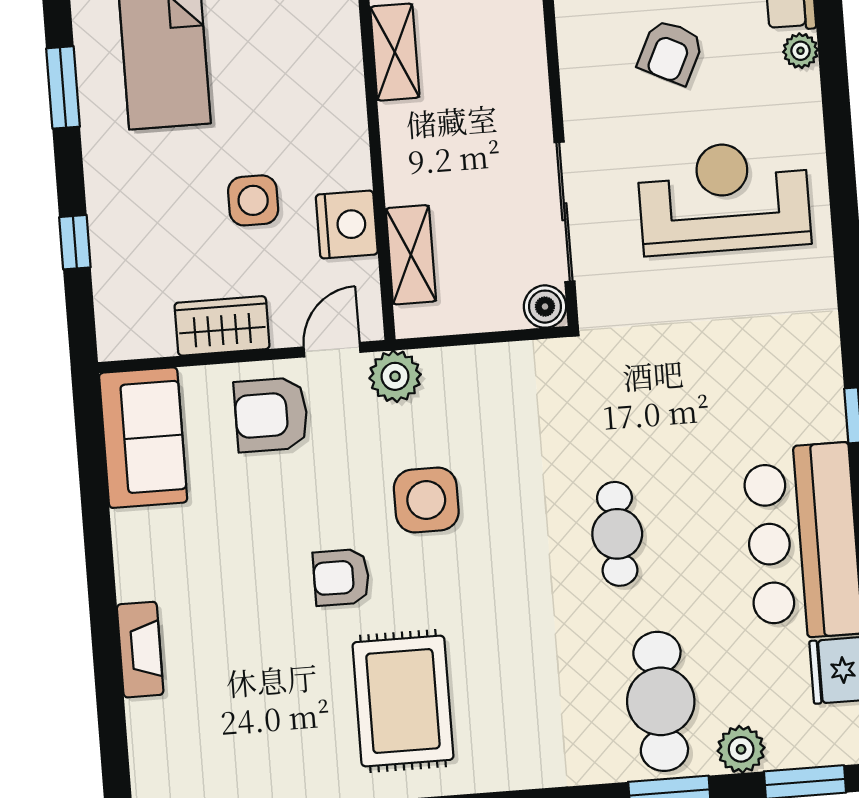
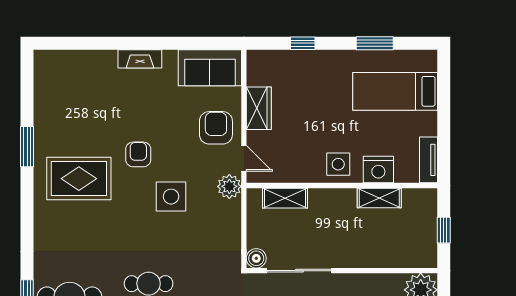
side table: (253, 200) -> (338, 164), moved
nightstand: (347, 224) -> (378, 170), moved
fireplace: (140, 650) -> (140, 59), moved

